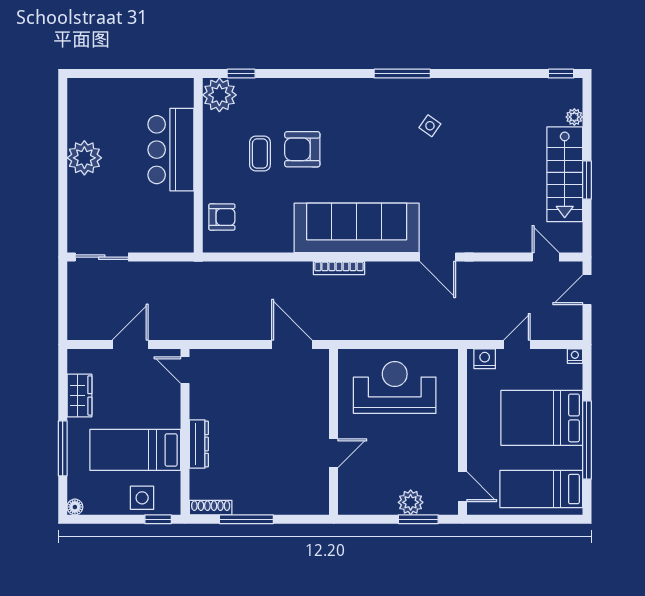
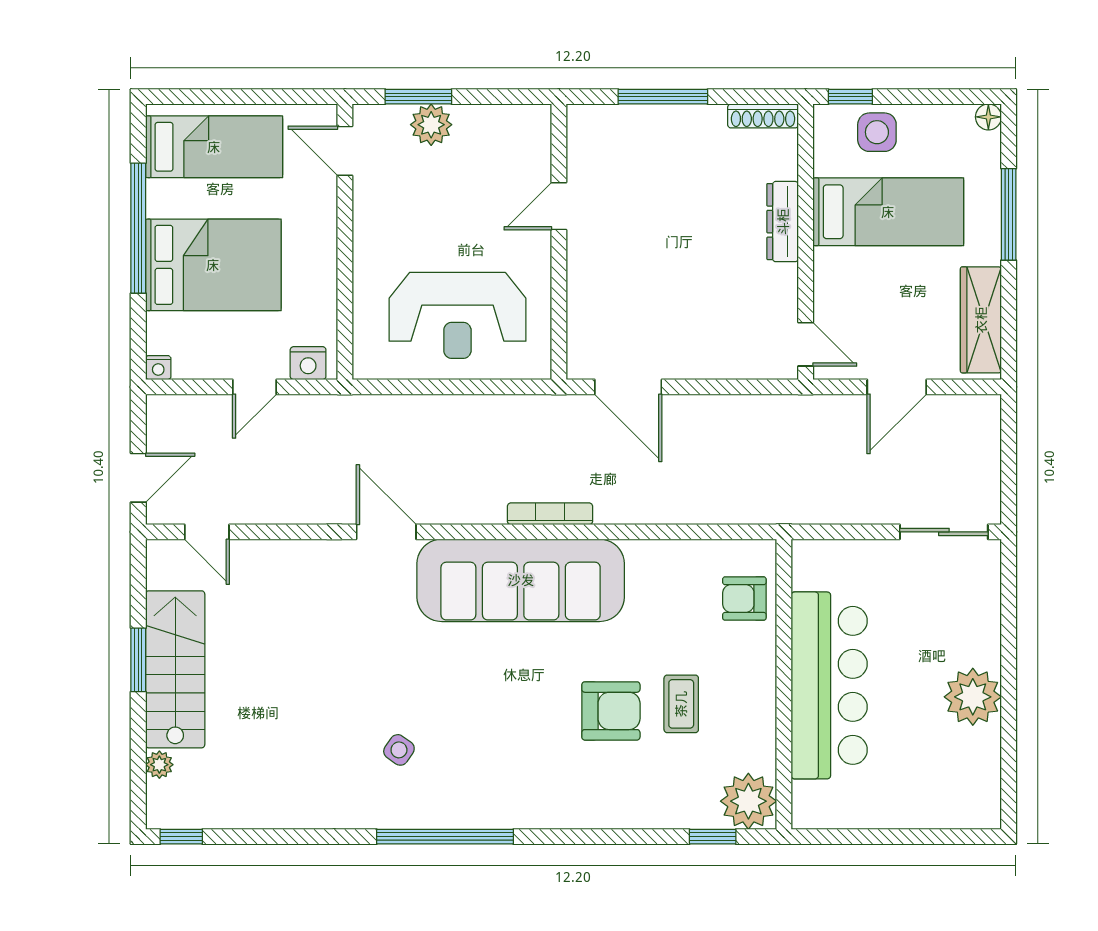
window: (402, 74) -> (445, 837), width x1.46
bar counter: (171, 150) -> (829, 685), width x1.36
wardrobe: (79, 395) -> (981, 320), width x1.50
window: (246, 519) -> (663, 97), moved

